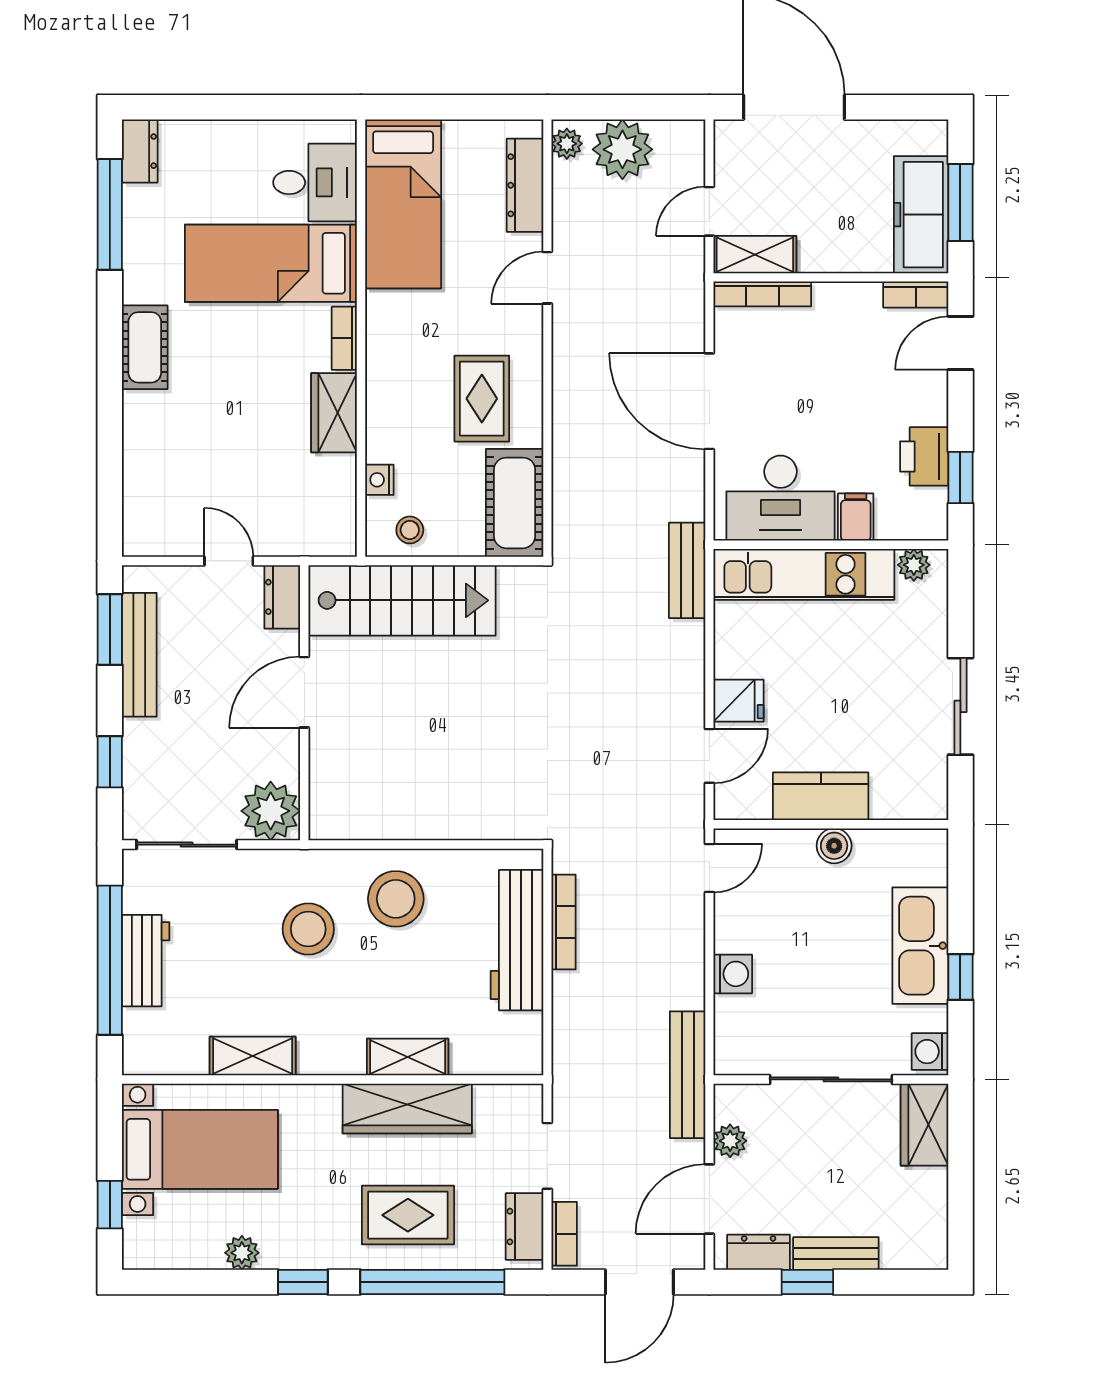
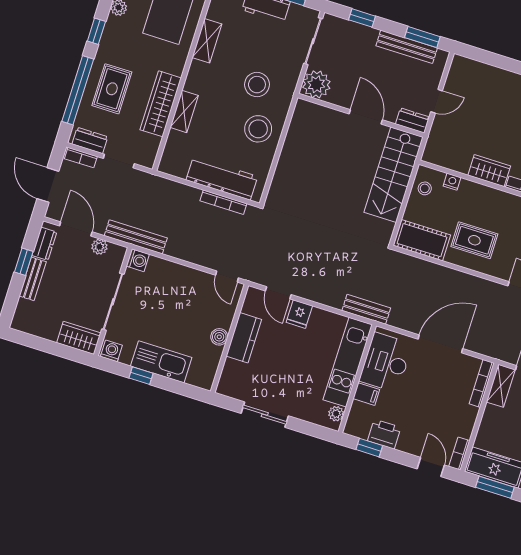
washing machine: (733, 974) -> (138, 260), moved, turned -90

